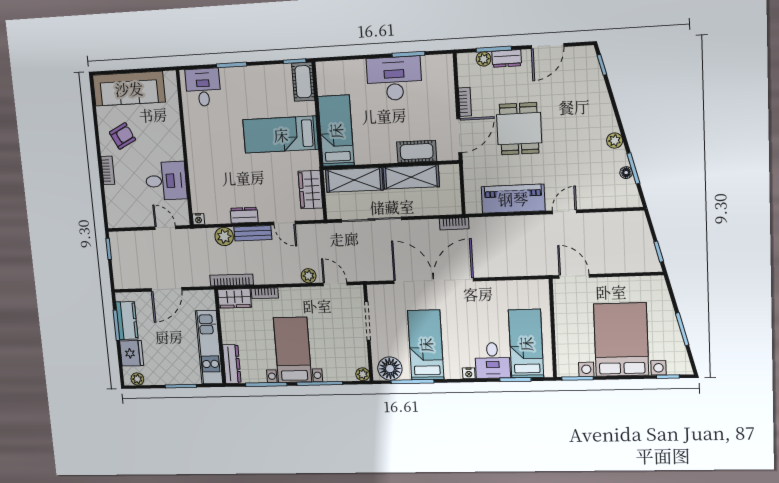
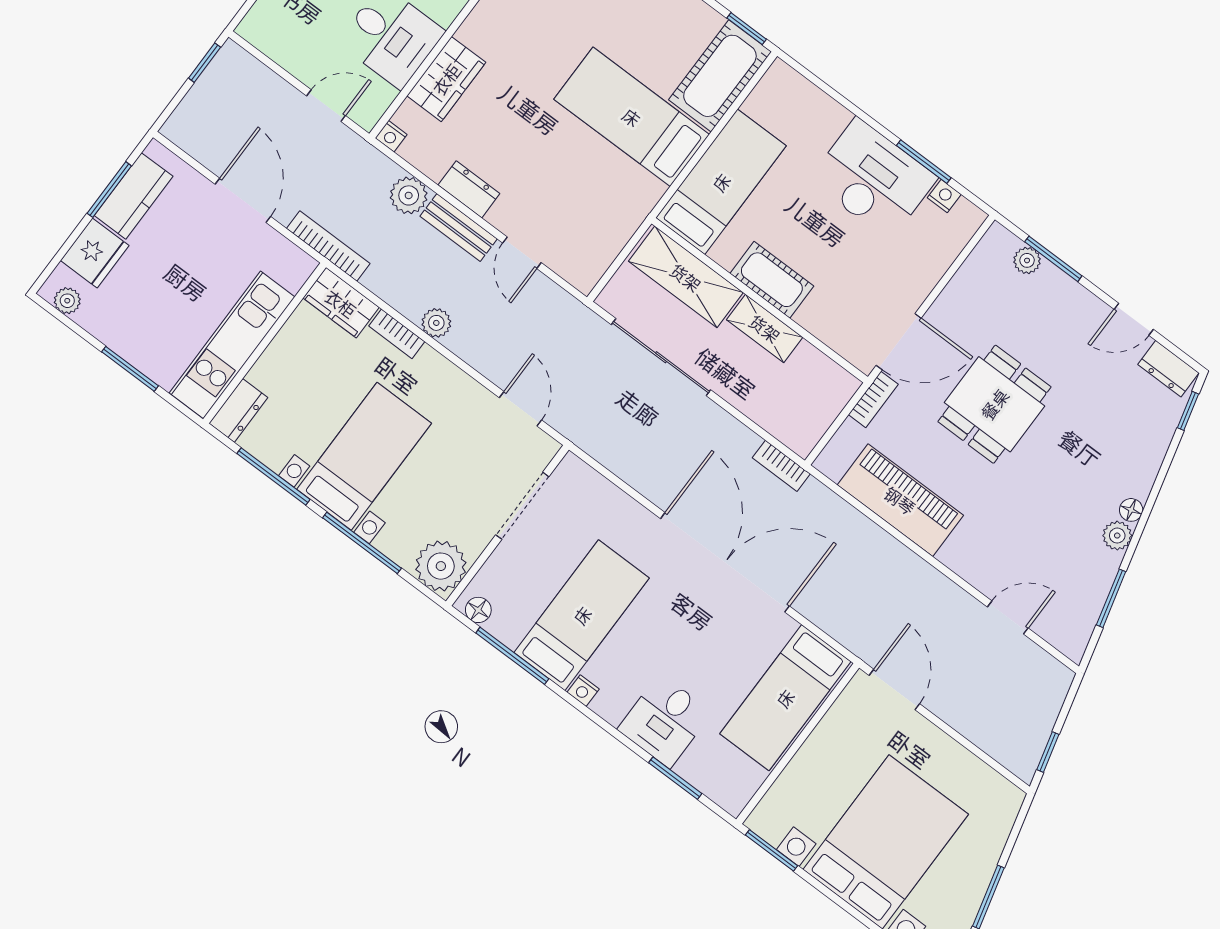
door: (548, 46) -> (1134, 319), width x0.73
dresser: (507, 58) -> (1168, 369), moved
nightstand: (428, 61) -> (944, 196), added
cot: (303, 82) -> (720, 76), width x1.37, depth x1.34
bookcase: (465, 102) -> (873, 399), moved
cot: (417, 152) -> (772, 280), moved
floor lamp: (626, 173) -> (1131, 510), moved
shelving: (411, 177) -> (765, 328), width x0.67, depth x0.75
wardrobe: (310, 190) -> (446, 79), moved, turned 180
door: (564, 212) -> (1008, 618), moved
door: (165, 228) -> (326, 106), hinge flipped
plant: (309, 276) -> (436, 323), moved
bookcase: (232, 280) -> (328, 246), moved
double door: (434, 281) -> (725, 562), moved
door: (166, 289) -> (243, 200), swing flipped
bed: (526, 344) -> (785, 698), moved, turned 180
dresser: (232, 364) -> (238, 410), width x0.70
floor lamp: (390, 369) -> (478, 610), width x0.53, depth x0.53
nightstand: (469, 373) -> (583, 691), moved
plant: (363, 374) -> (441, 566), width x1.88, depth x1.88

